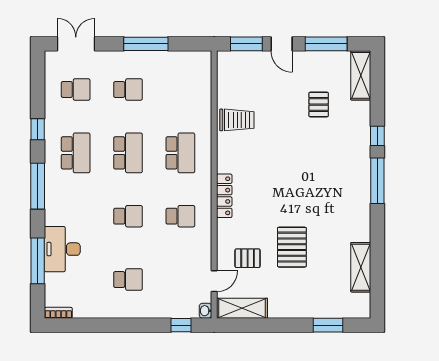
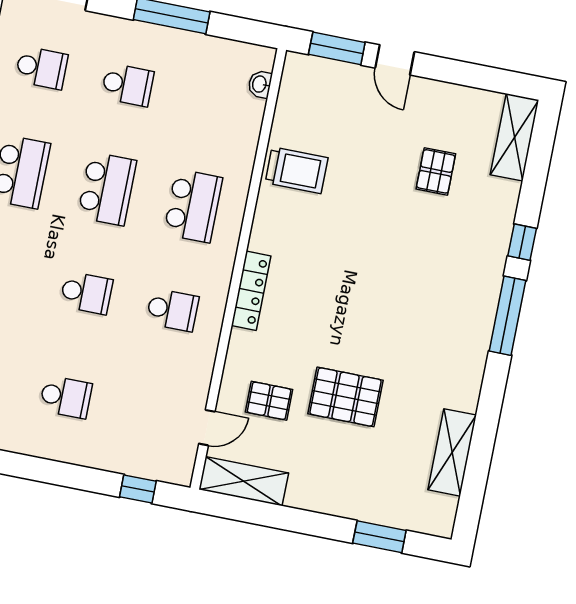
window: (326, 44) -> (468, 74), removed
pallet: (292, 247) -> (345, 397), turned 90
washbasin: (205, 311) -> (260, 84), moved

